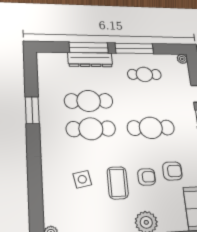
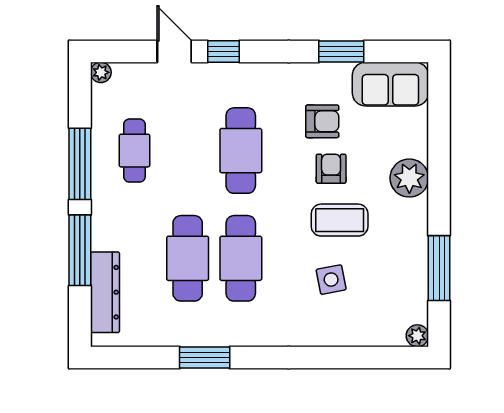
dresser: (90, 60) -> (105, 292), moved
armchair: (172, 171) -> (322, 121), turned 90

